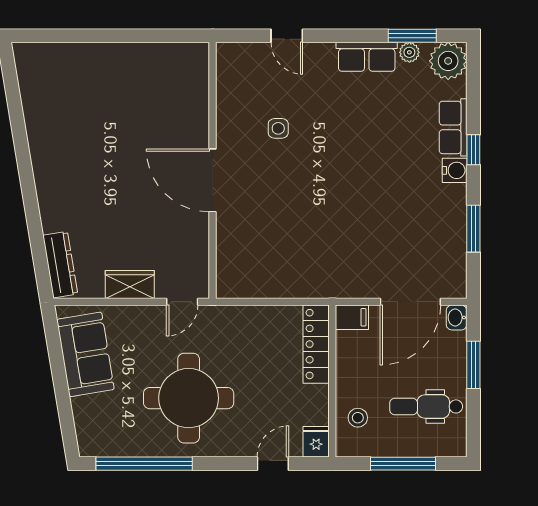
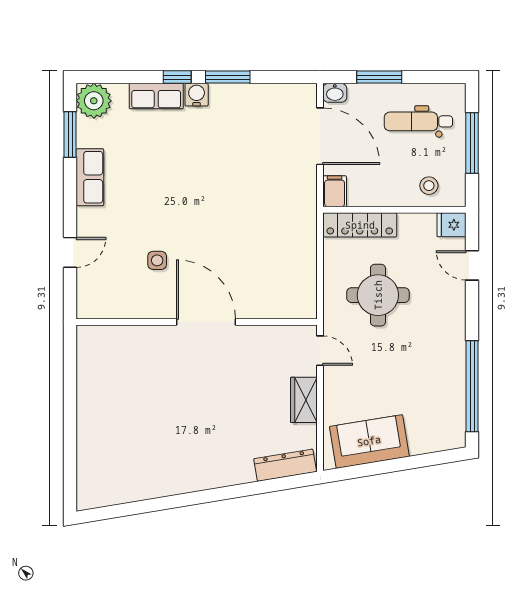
plant: (409, 52) -> (86, 137), removed
door: (213, 180) -> (206, 322), swing flipped
window: (473, 229) -> (228, 77), moved
round table: (189, 398) -> (378, 295), moved, width x0.73, depth x0.73
dental chair: (426, 406) -> (418, 121), turned 90

